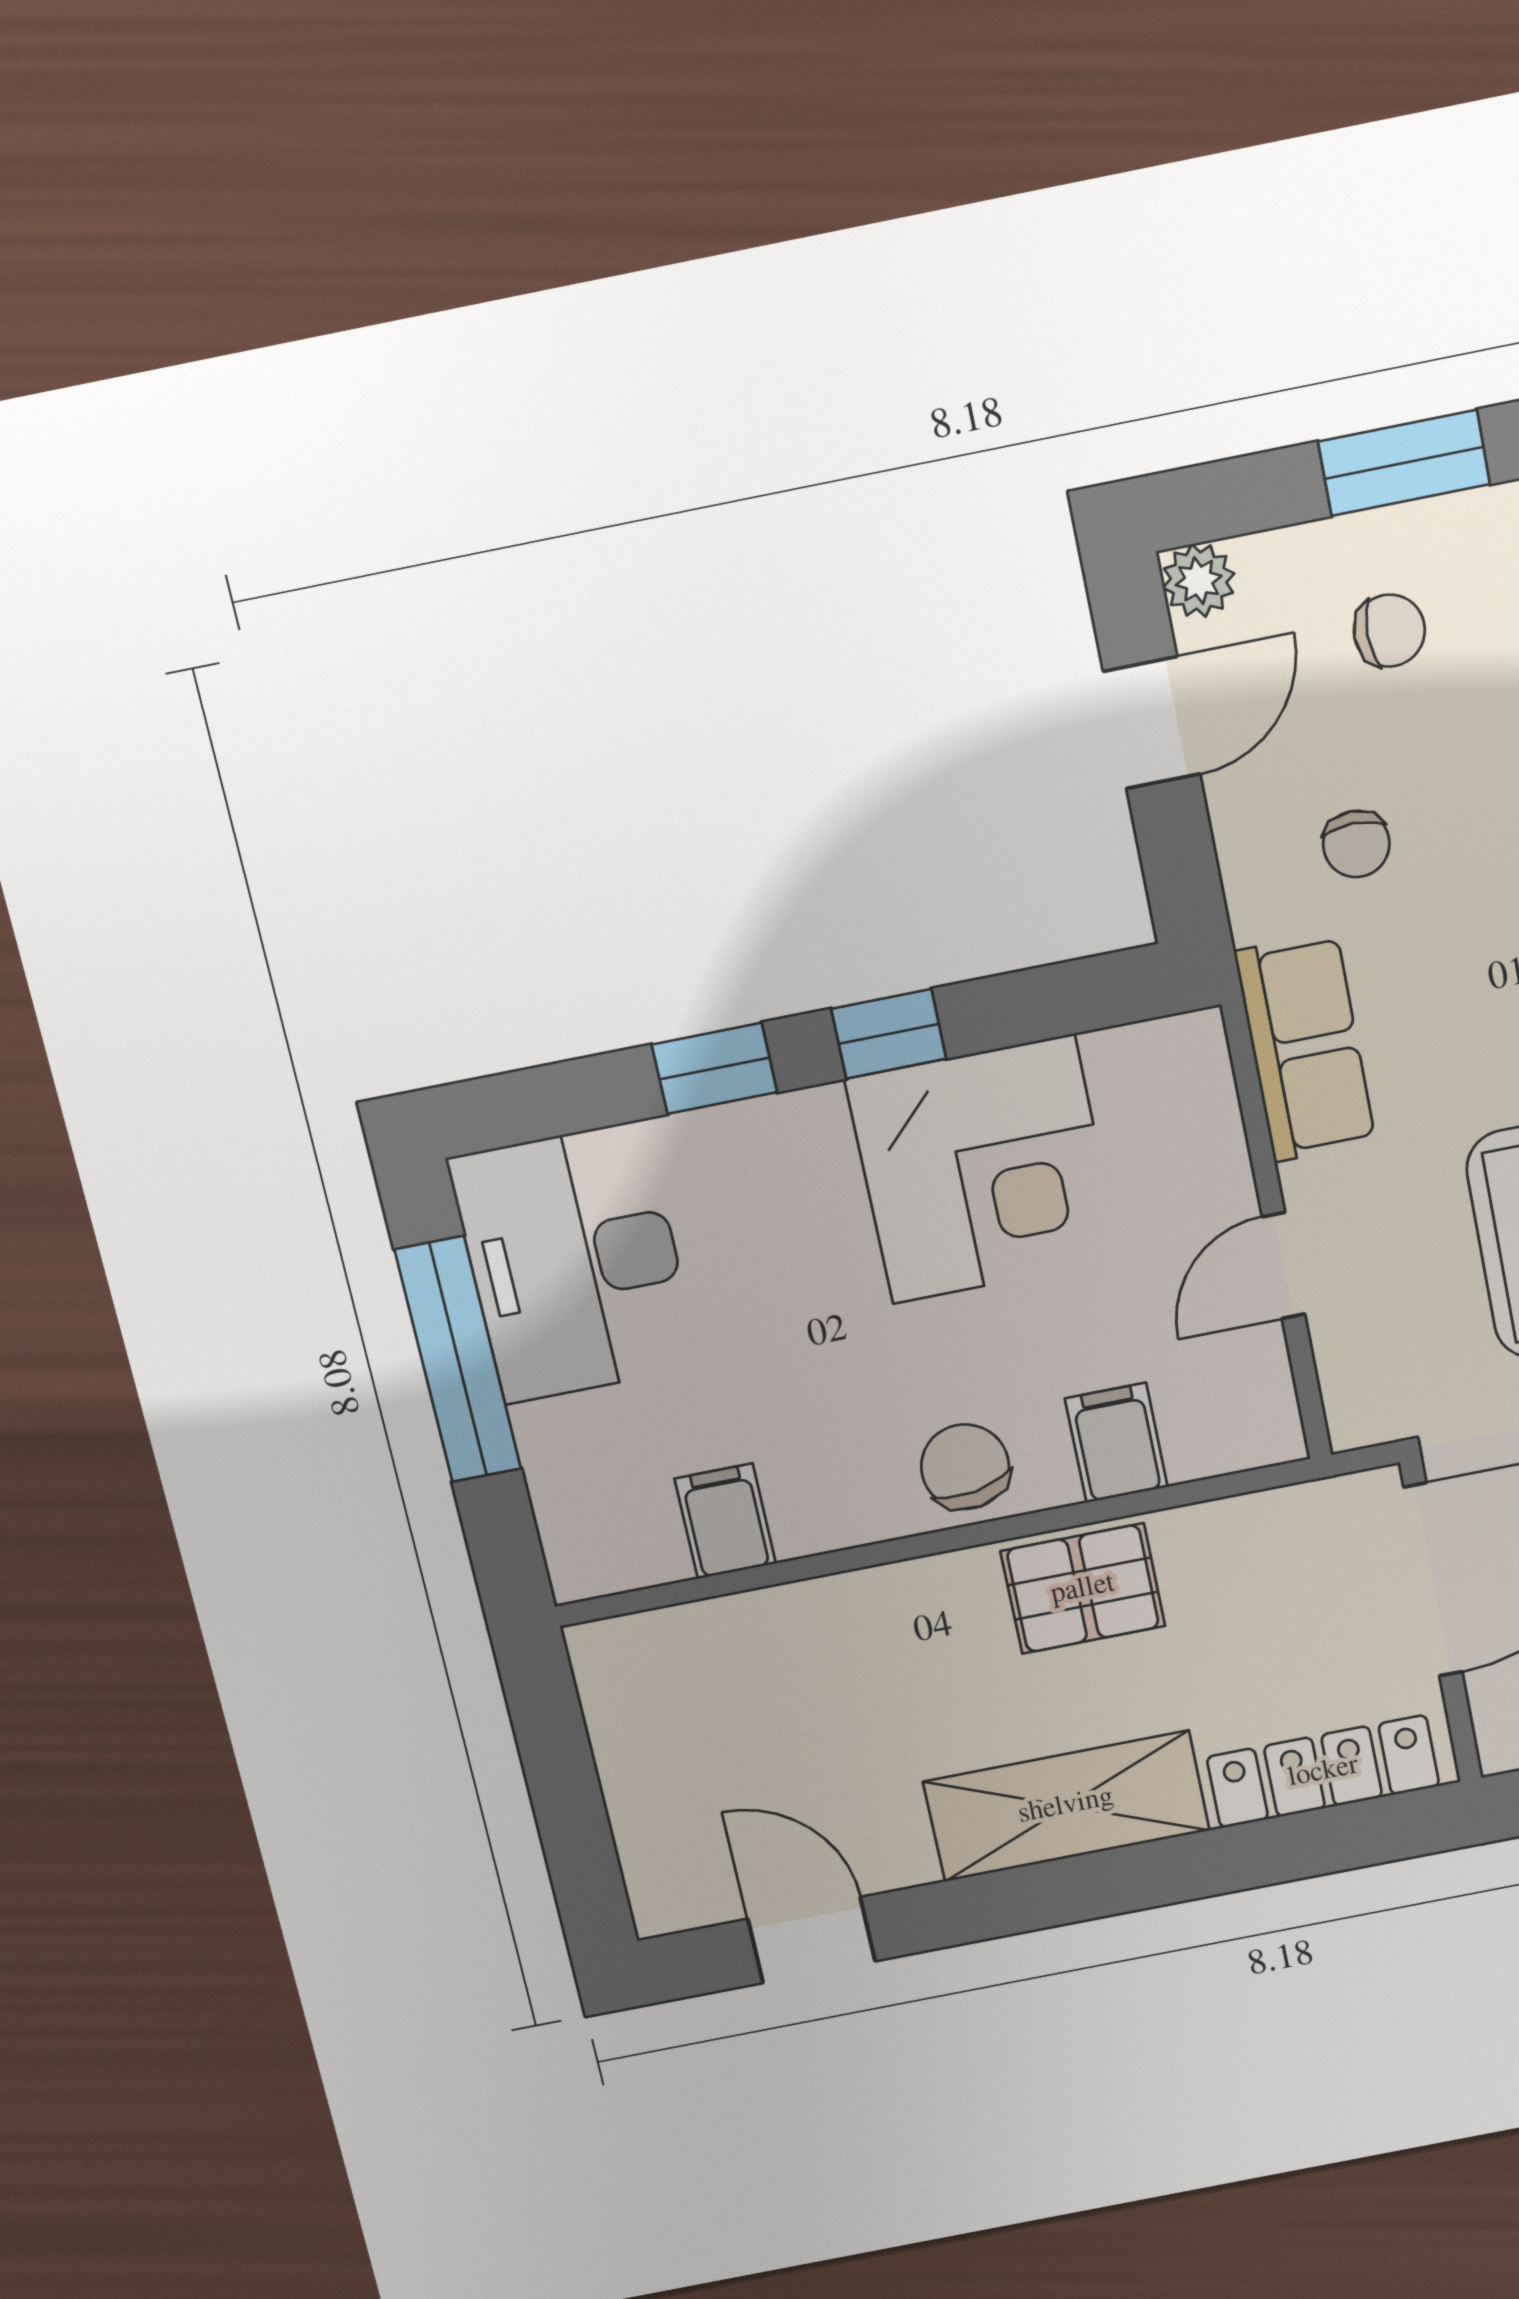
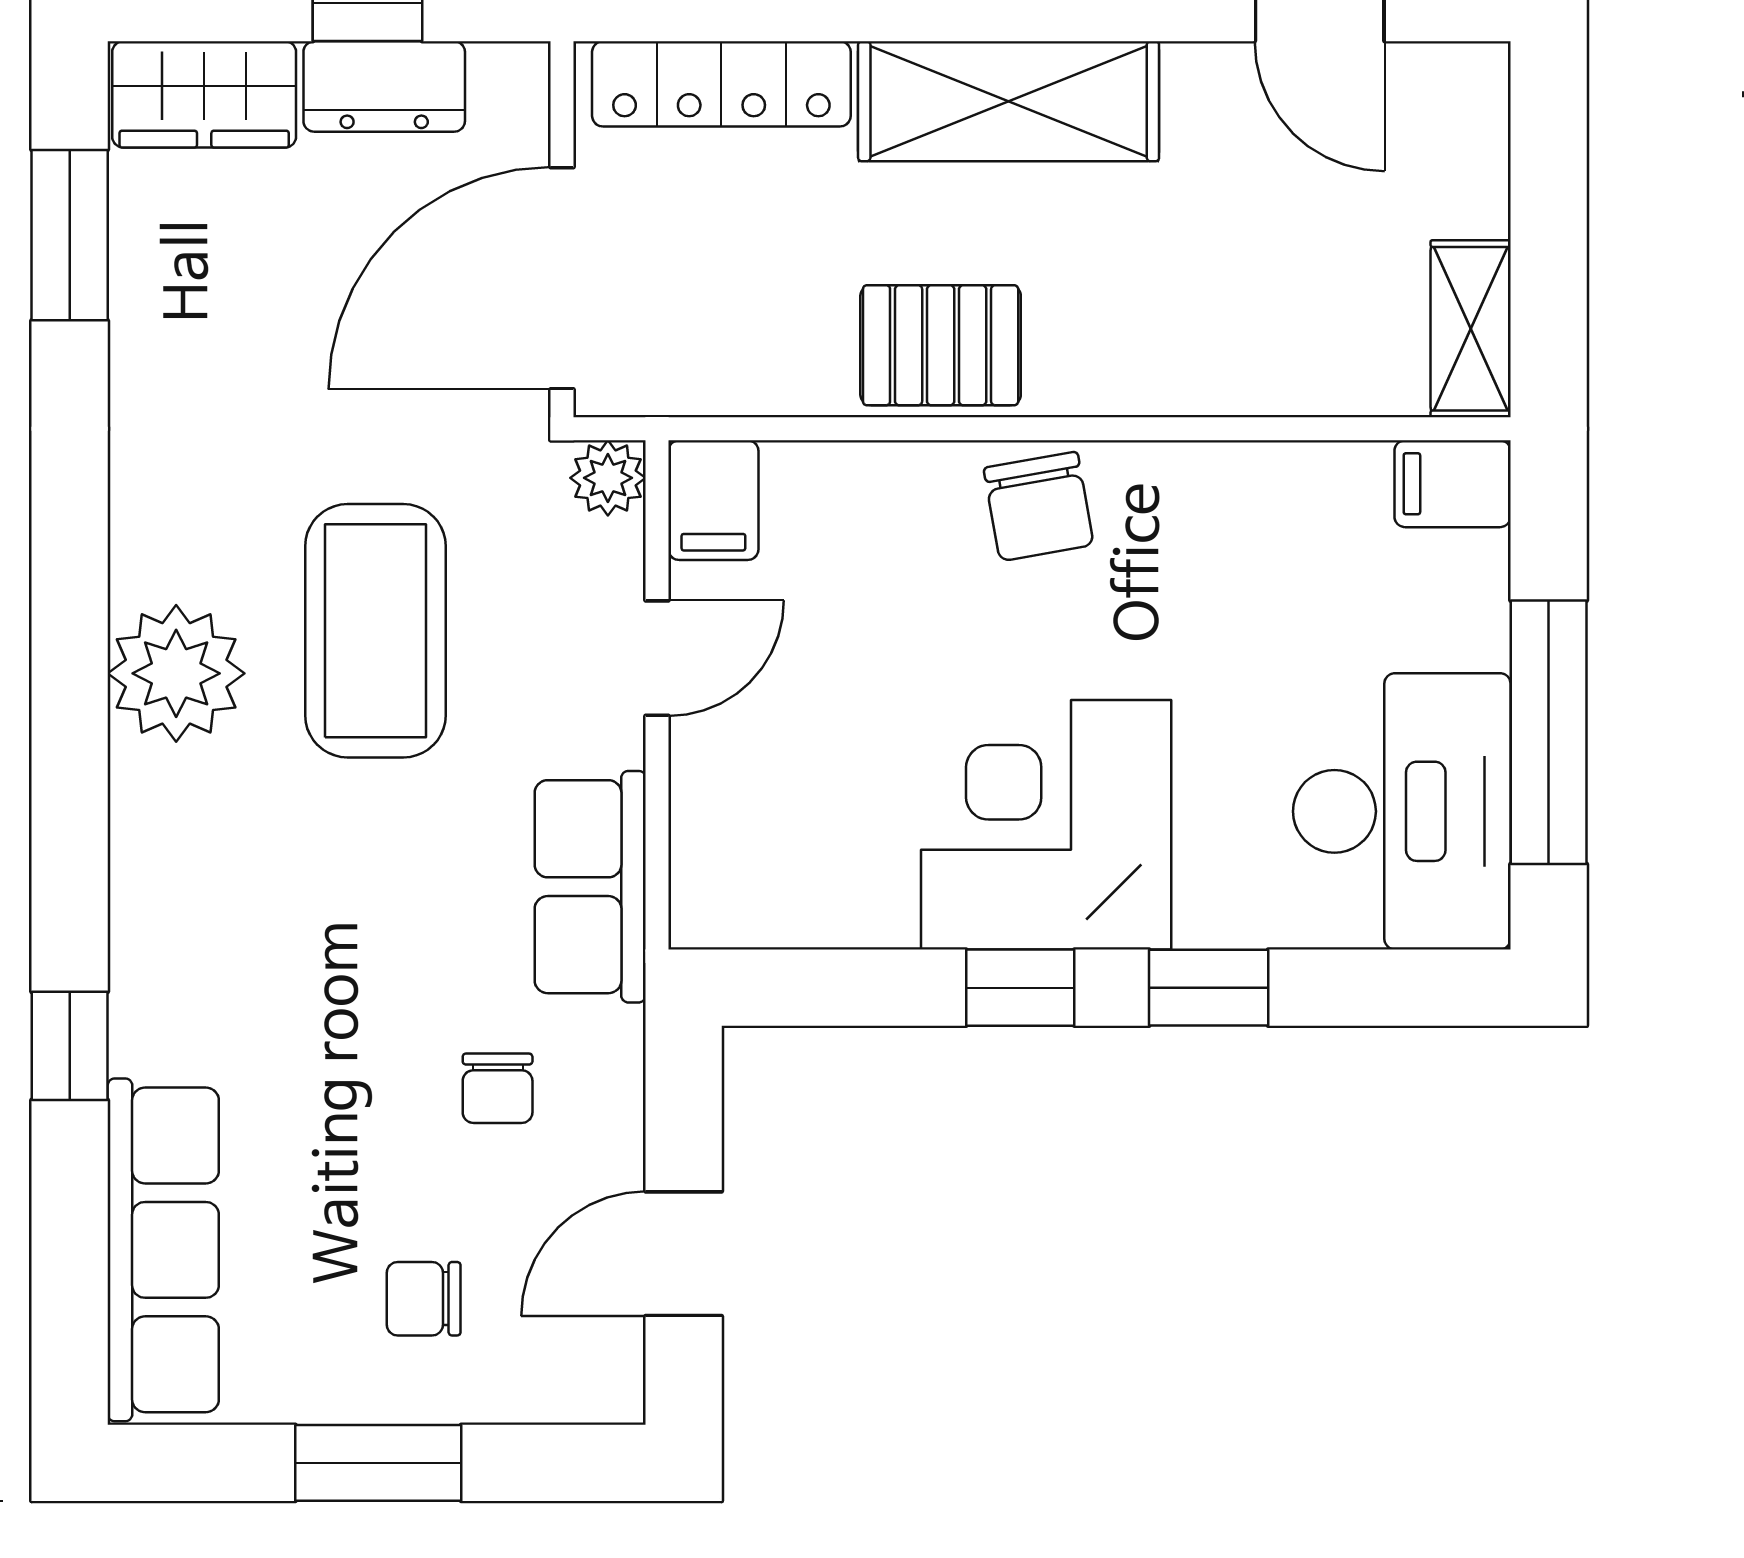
plant: (1199, 581) -> (608, 478), moved
chair: (1356, 844) -> (498, 1088), turned 180
corner desk: (983, 1170) -> (1046, 825), moved
filing cabinet: (1116, 1443) -> (713, 500), moved
filing cabinet: (725, 1521) -> (1453, 484), moved, turned 90
shelving: (614, 1695) -> (1471, 329), added

